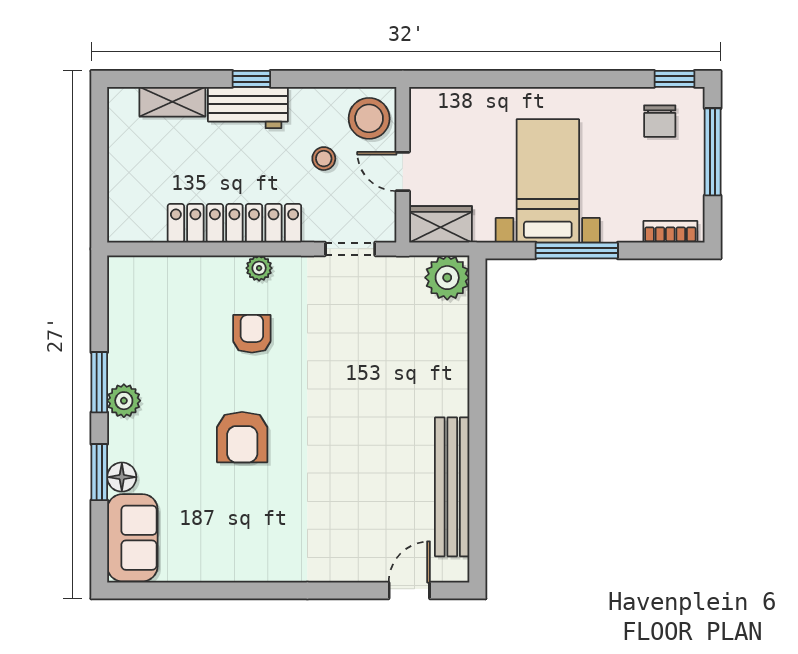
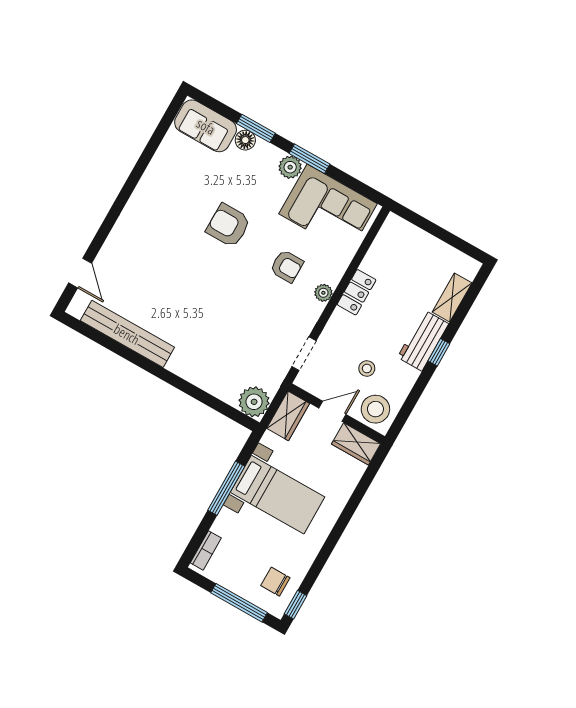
wardrobe: (427, 118) -> (356, 444), added
locker: (234, 223) -> (357, 292), width x0.46, depth x0.83
corner sofa: (149, 323) -> (328, 209), added

